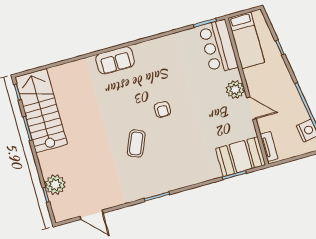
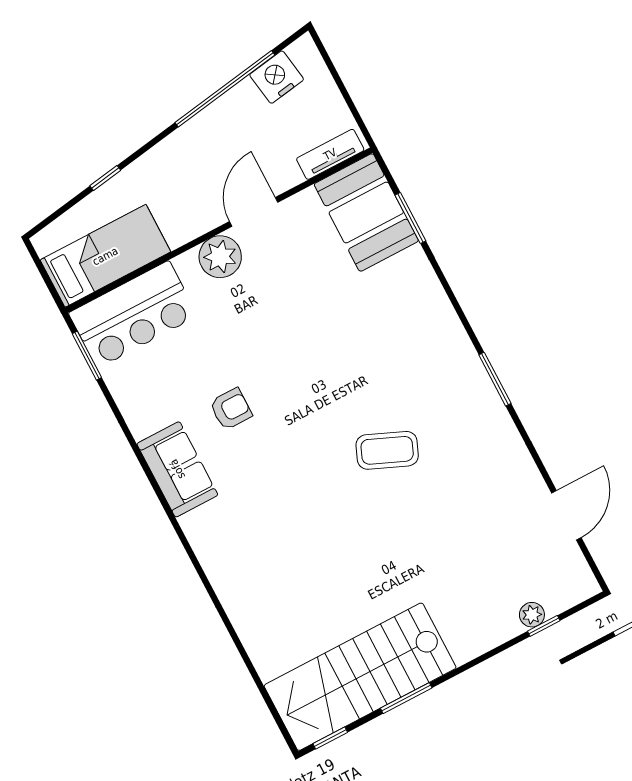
sofa: (115, 60) -> (177, 469), moved
armchair: (162, 109) -> (231, 409), moved
plant: (55, 185) -> (532, 615), width x0.53, depth x0.53

